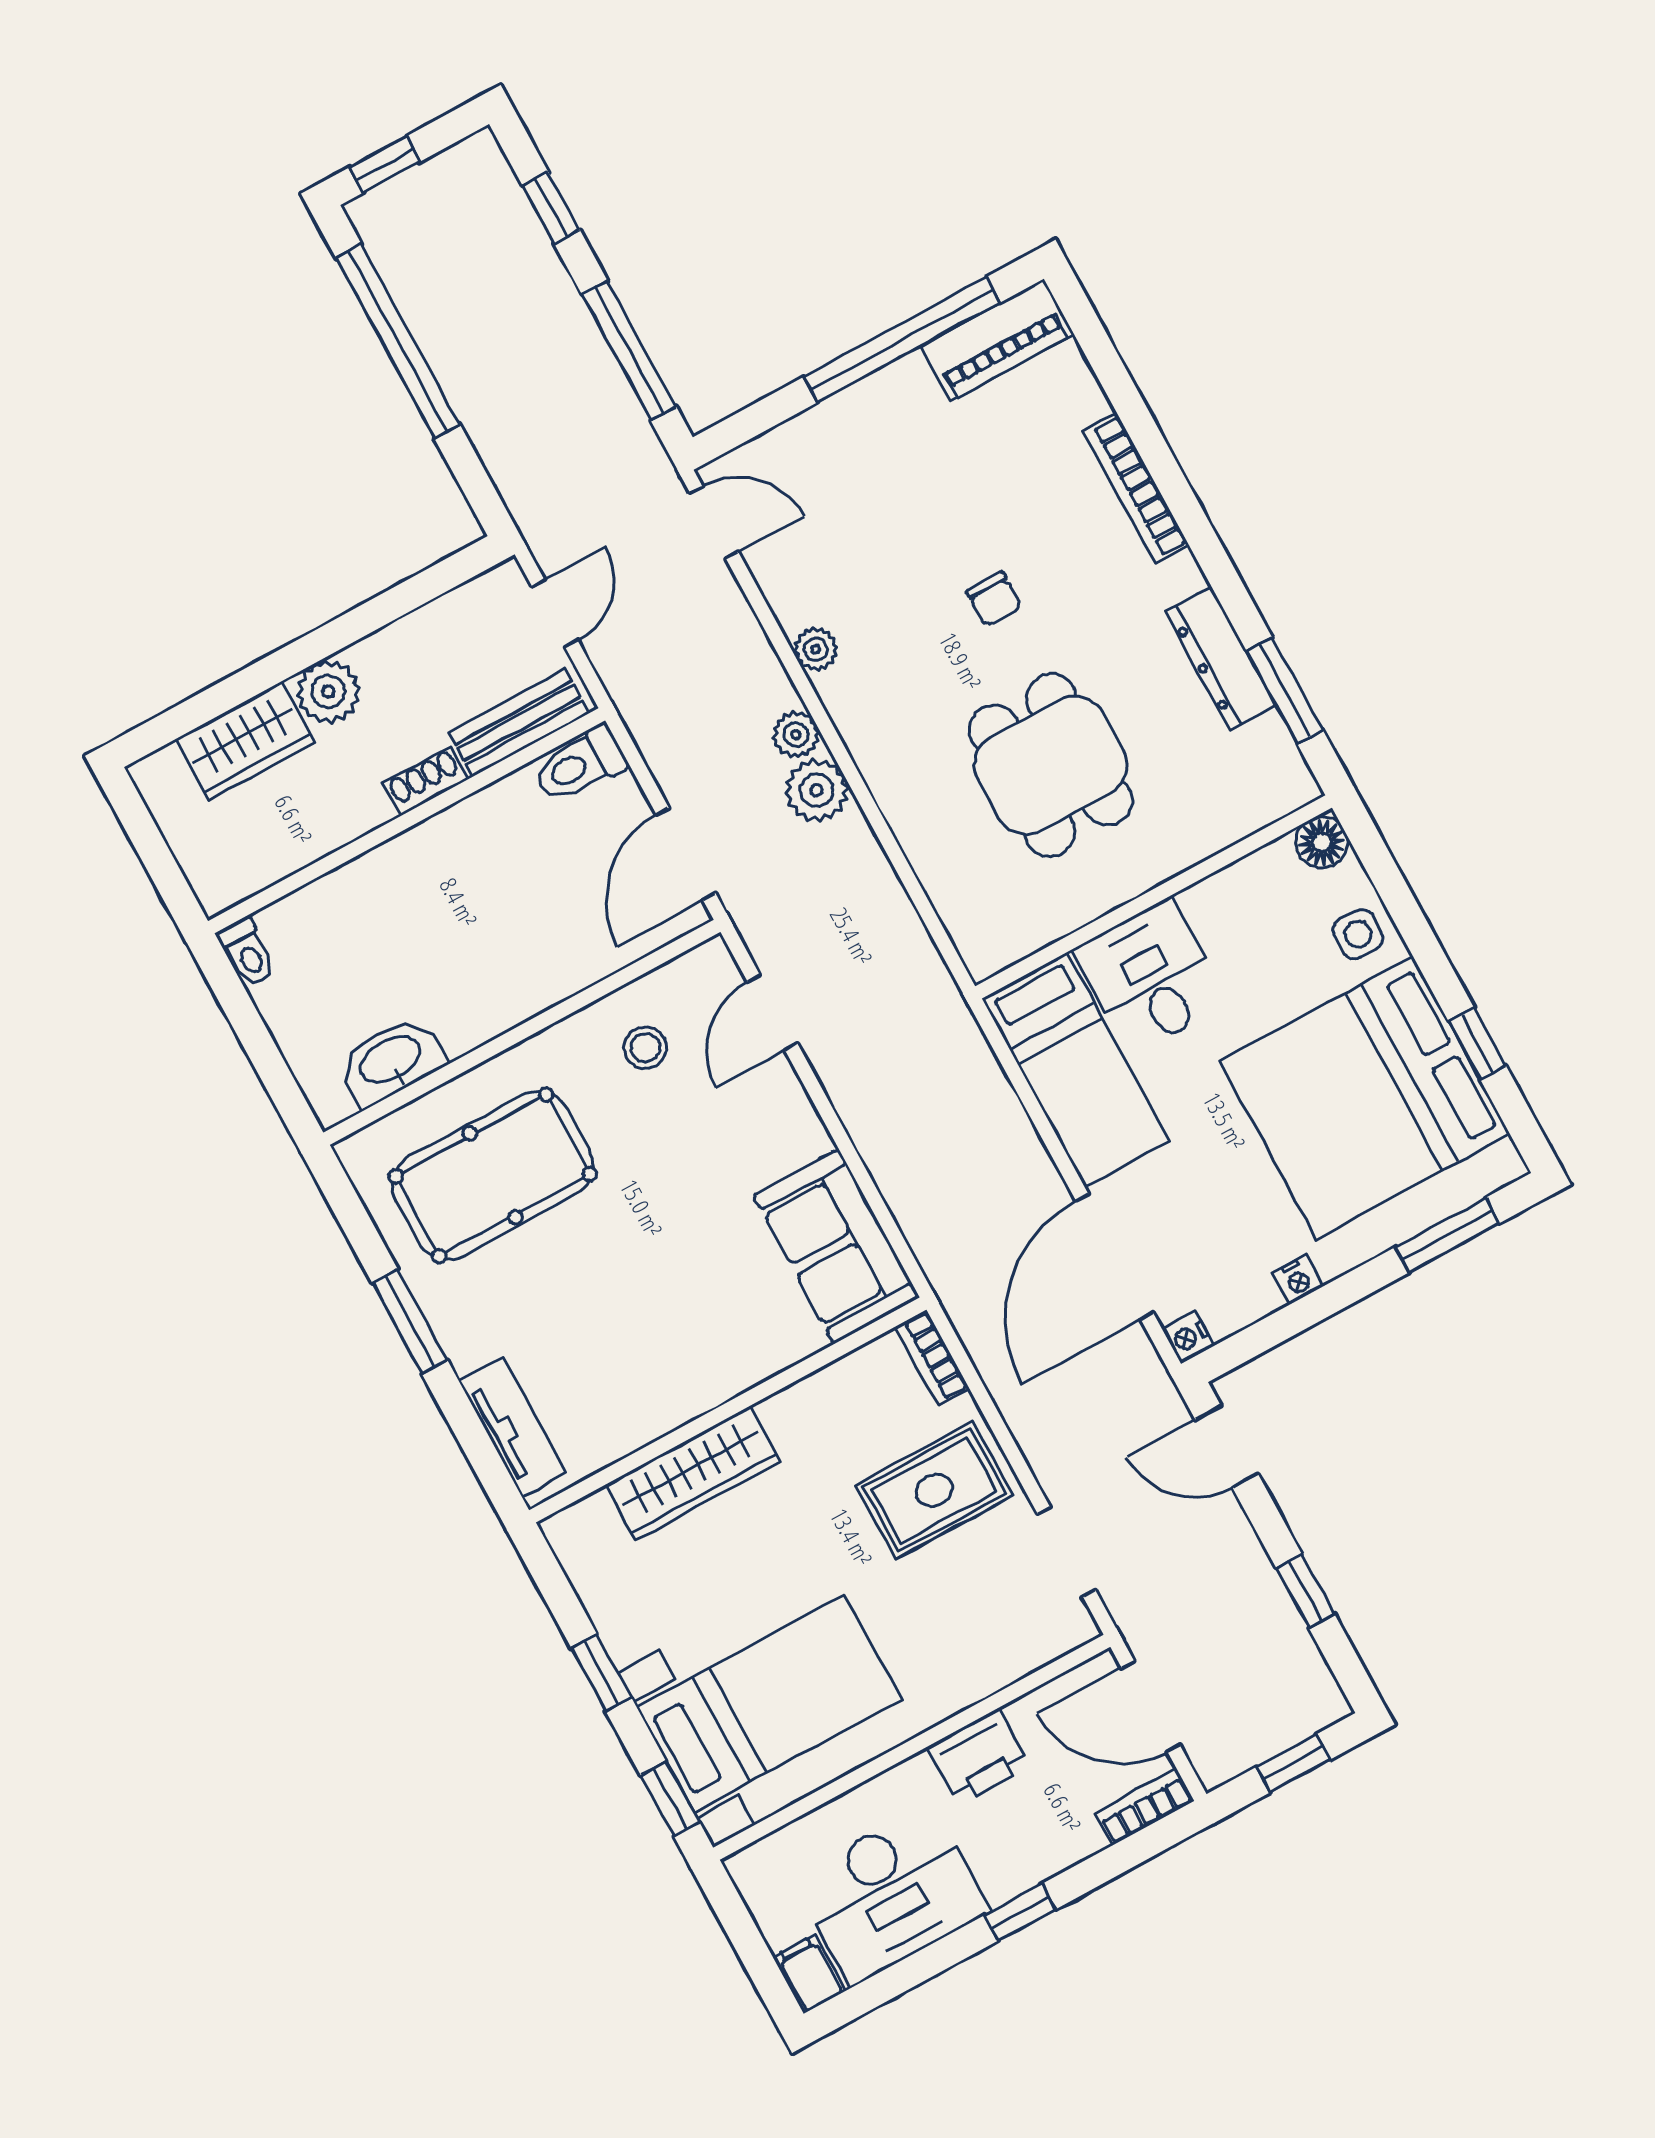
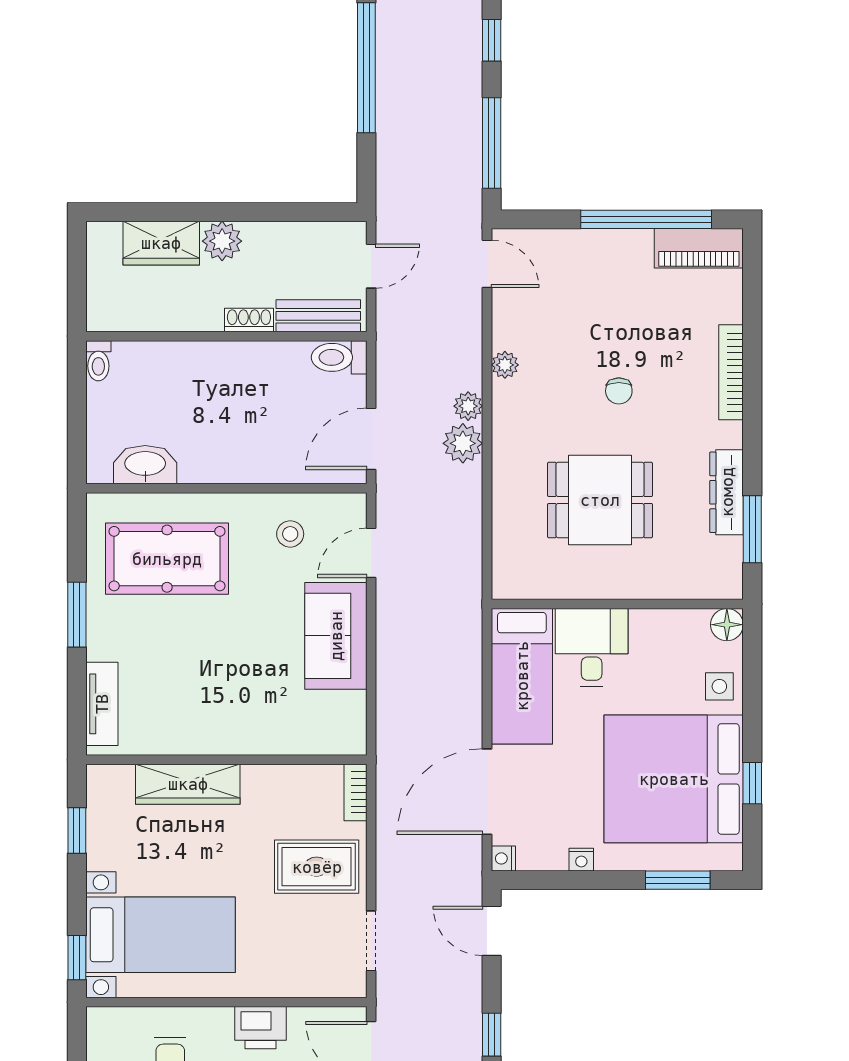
dining table: (1051, 765) -> (600, 500), turned 90
sofa: (836, 1246) -> (336, 636), moved
window: (601, 1673) -> (77, 831), moved

